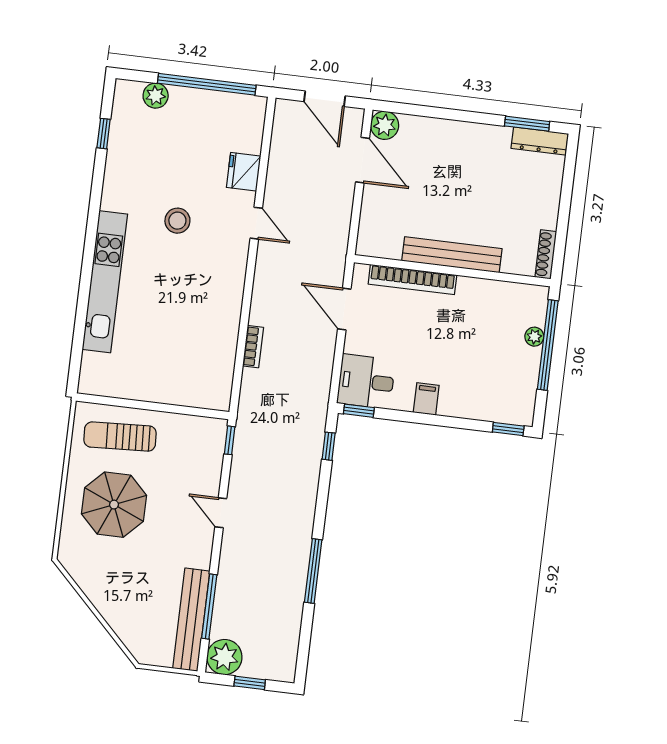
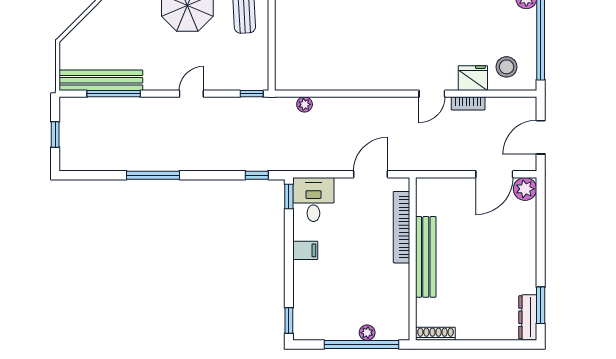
stool: (177, 221) -> (507, 67), moved
bookcase: (253, 347) -> (468, 103), moved
plant: (224, 657) -> (305, 104), moved, width x0.53, depth x0.53

